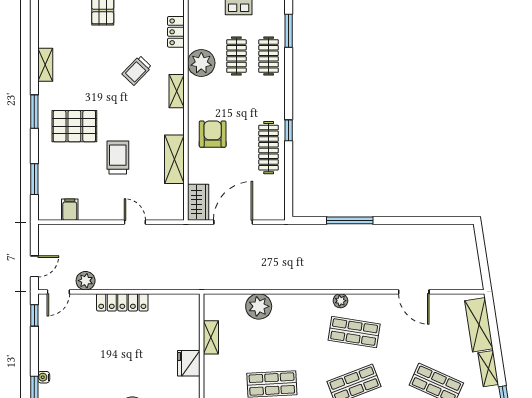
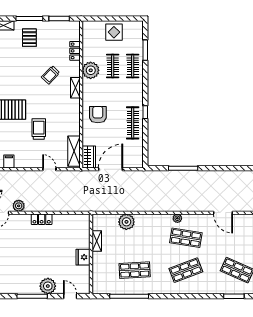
shelving: (174, 159) -> (74, 151), moved
locker: (122, 302) -> (42, 219), width x0.66

